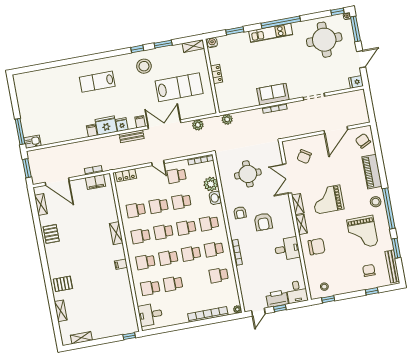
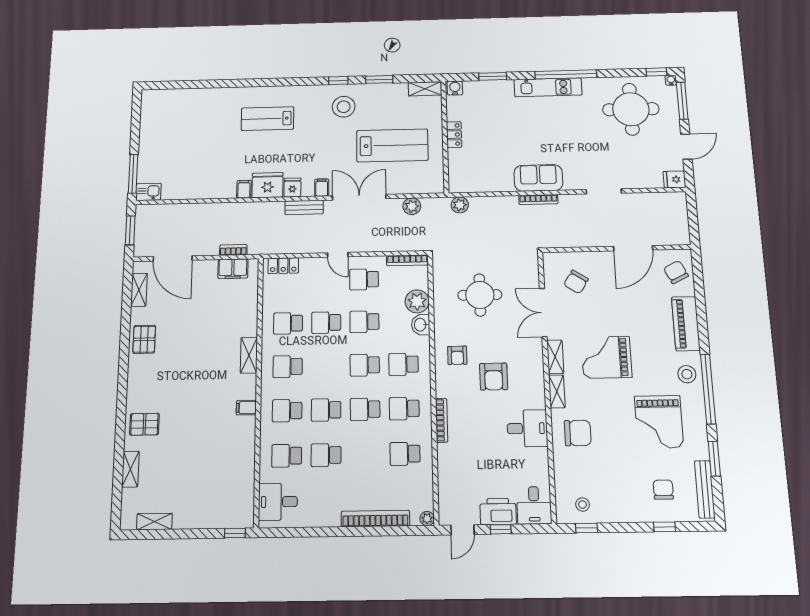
school desk: (163, 232) -> (326, 366), removed

